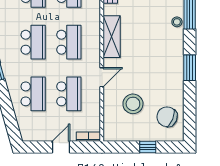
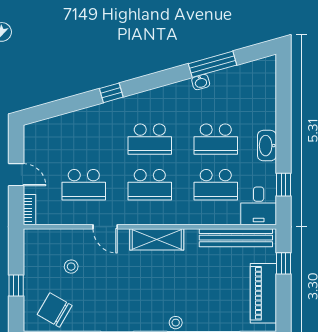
school desk: (33, 94) -> (84, 139), removed
stool: (133, 104) -> (71, 267), width x0.53, depth x0.53
chair: (167, 117) -> (55, 310), turned -82

